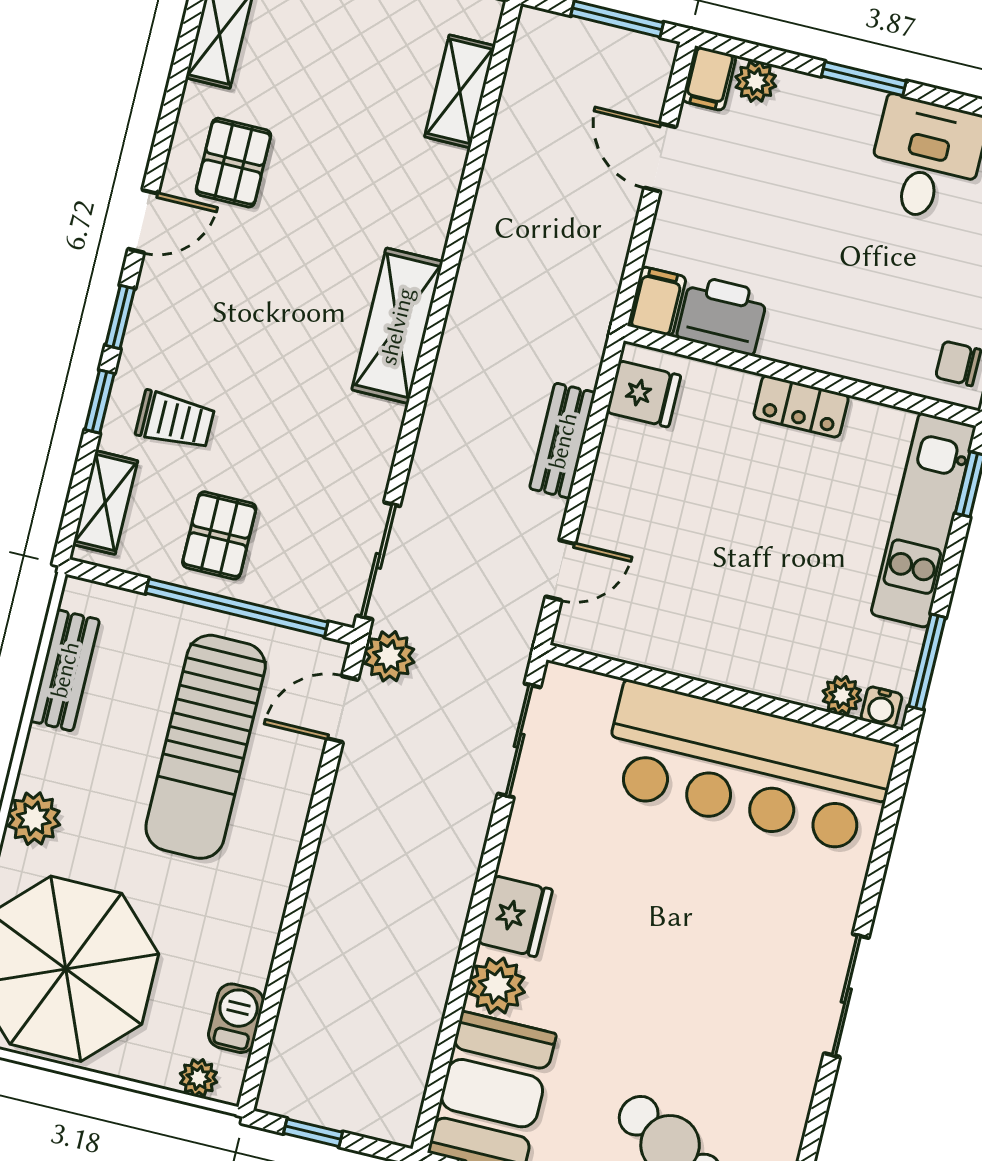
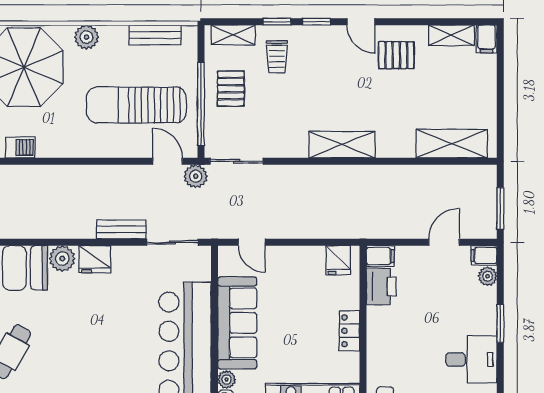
shelving: (460, 91) -> (452, 144), width x1.50, depth x1.33
bench: (563, 441) -> (121, 229), moved
pallet: (219, 535) -> (231, 89), turned 90
sofa: (726, 643) -> (237, 323), added

